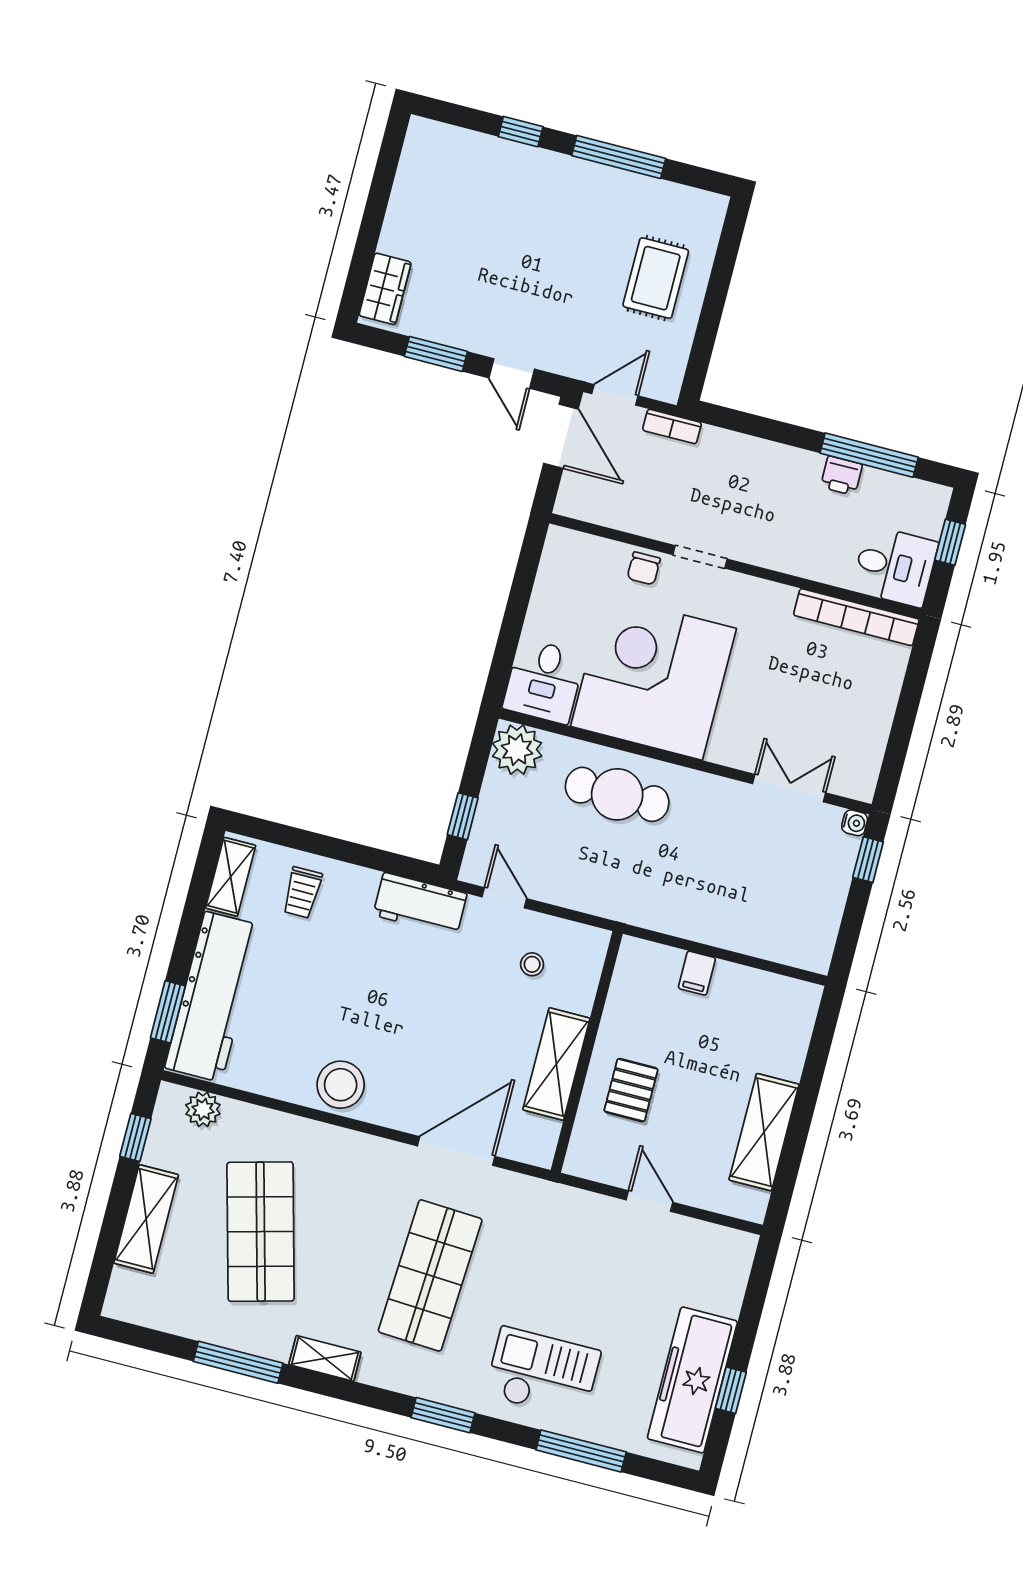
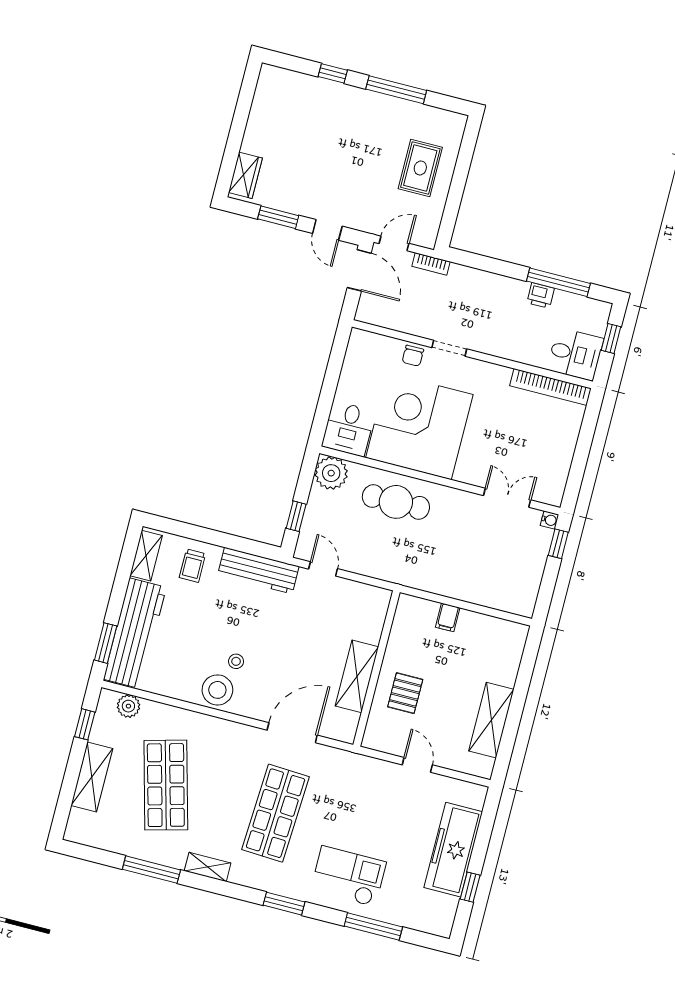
workbench: (420, 904) -> (258, 571), width x1.38
stool: (532, 964) -> (236, 661), moved
freezer: (692, 1380) -> (453, 850), moved

